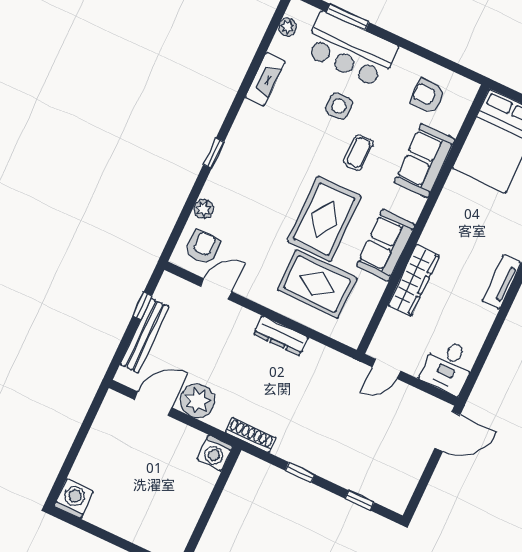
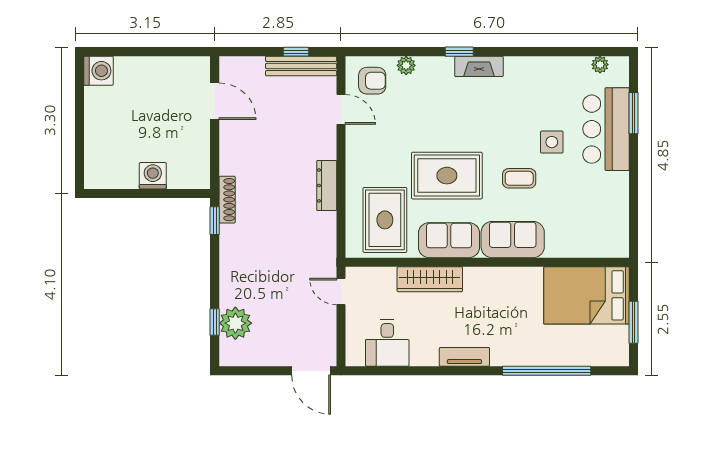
fireplace: (265, 79) -> (479, 66), moved
armchair: (428, 96) -> (597, 216), removed
sofa: (424, 161) -> (513, 240), moved
rug: (317, 284) -> (385, 220), moved
bench: (145, 336) -> (301, 66), moved
desk: (448, 366) -> (387, 343), moved, turned -90
plant: (197, 401) -> (235, 323), moved
washing machine: (215, 453) -> (153, 176), moved, turned 90
window: (300, 472) -> (215, 221), moved

